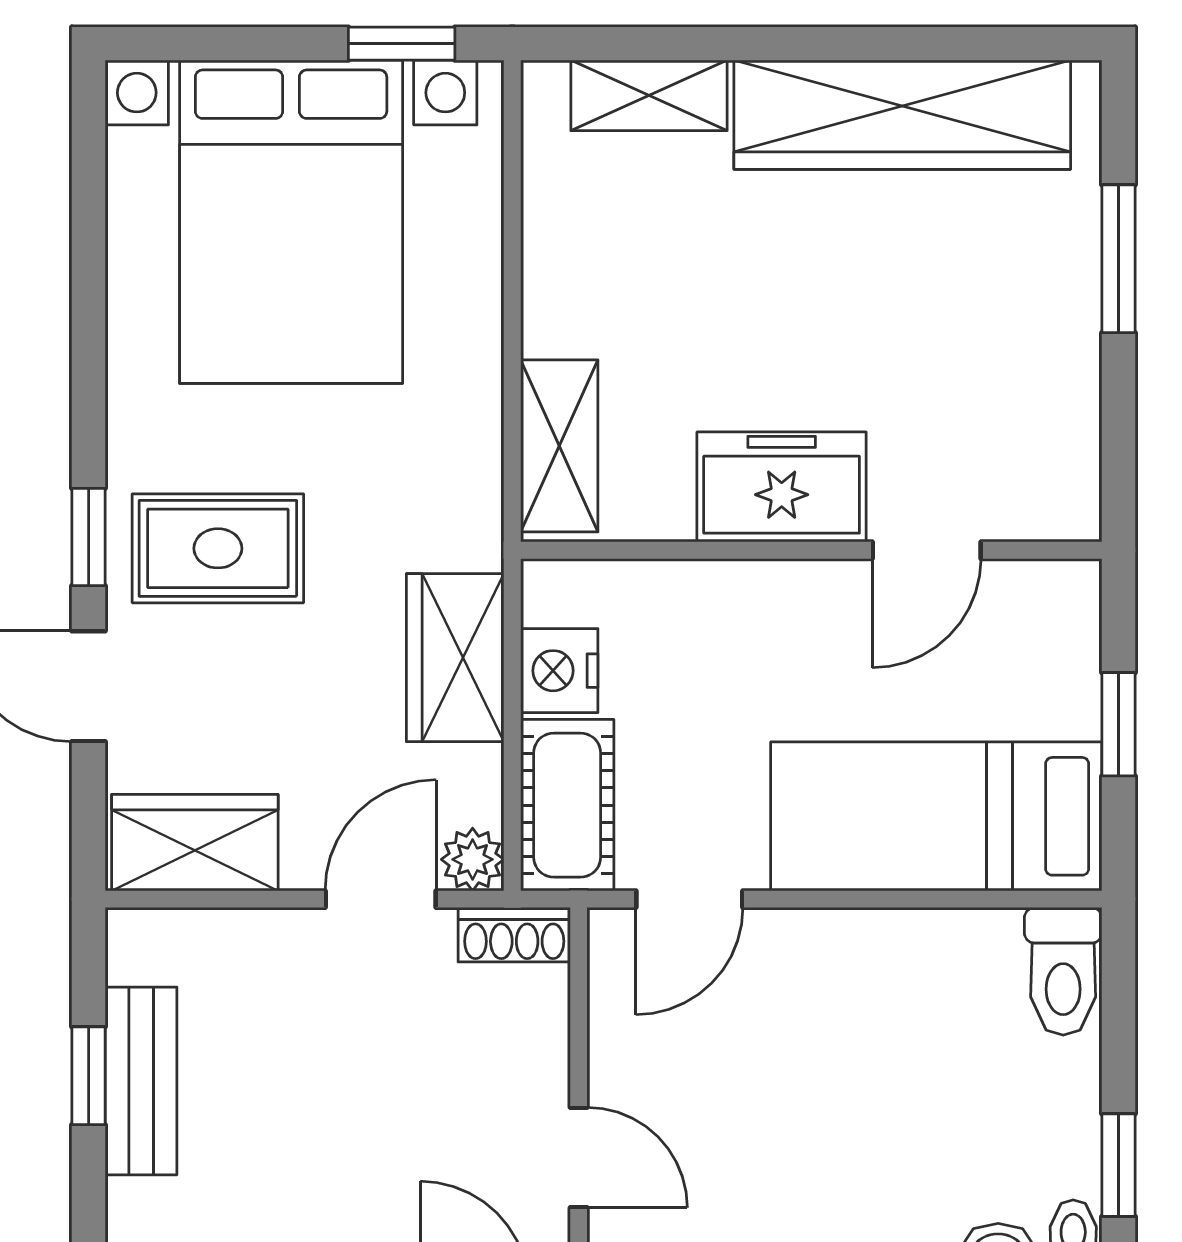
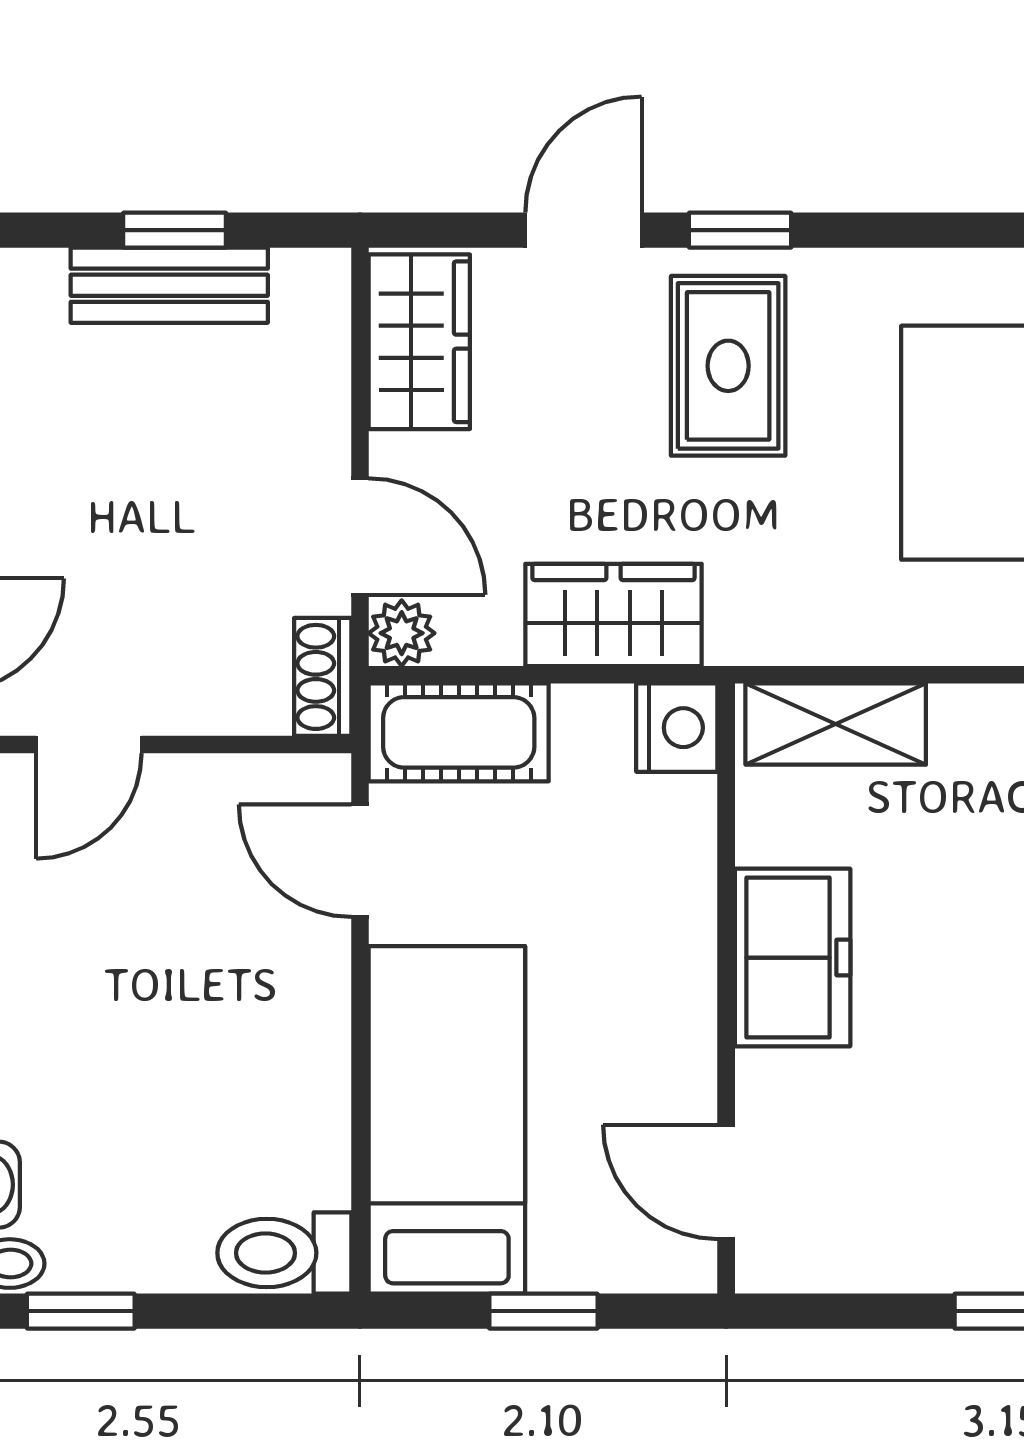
door: (927, 550) -> (726, 1182), moved
nightstand: (559, 671) -> (677, 728), moved, turned 90

